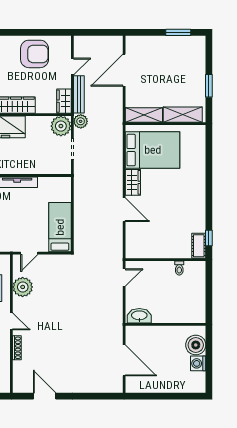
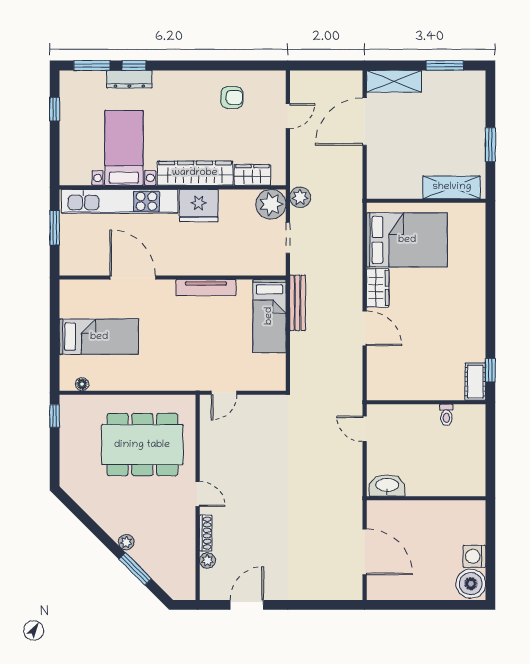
armchair: (35, 54) -> (232, 97), width x0.53, depth x0.53
bench: (79, 94) -> (298, 303), moved
wardrobe: (64, 101) -> (252, 175), moved, turned 90
shelving: (144, 115) -> (394, 81), moved
bed: (60, 227) -> (269, 316), moved, turned 180
door: (124, 278) -> (365, 429), swing flipped
plant: (23, 287) -> (207, 560), moved, width x0.53, depth x0.53
boiler: (196, 345) -> (471, 584), moved
door: (45, 396) -> (247, 605), hinge flipped

